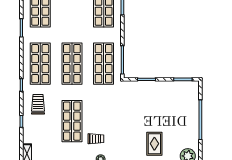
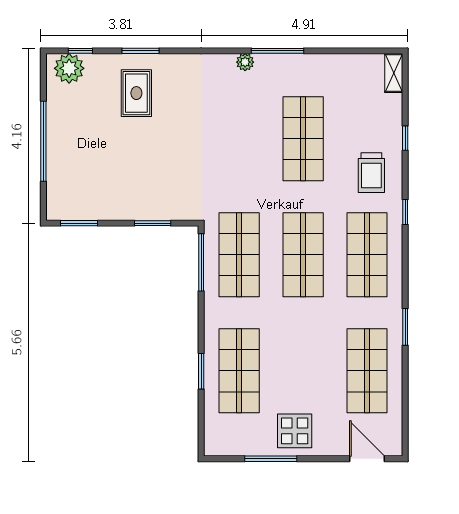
trolley: (96, 139) -> (255, 103), removed

